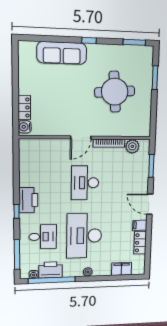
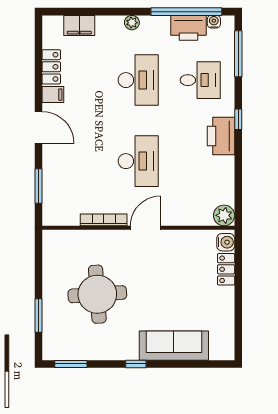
plant: (132, 146) -> (224, 215), moved
desk: (84, 236) -> (138, 80), width x0.73, depth x0.77
desk: (43, 237) -> (200, 80), turned 180

